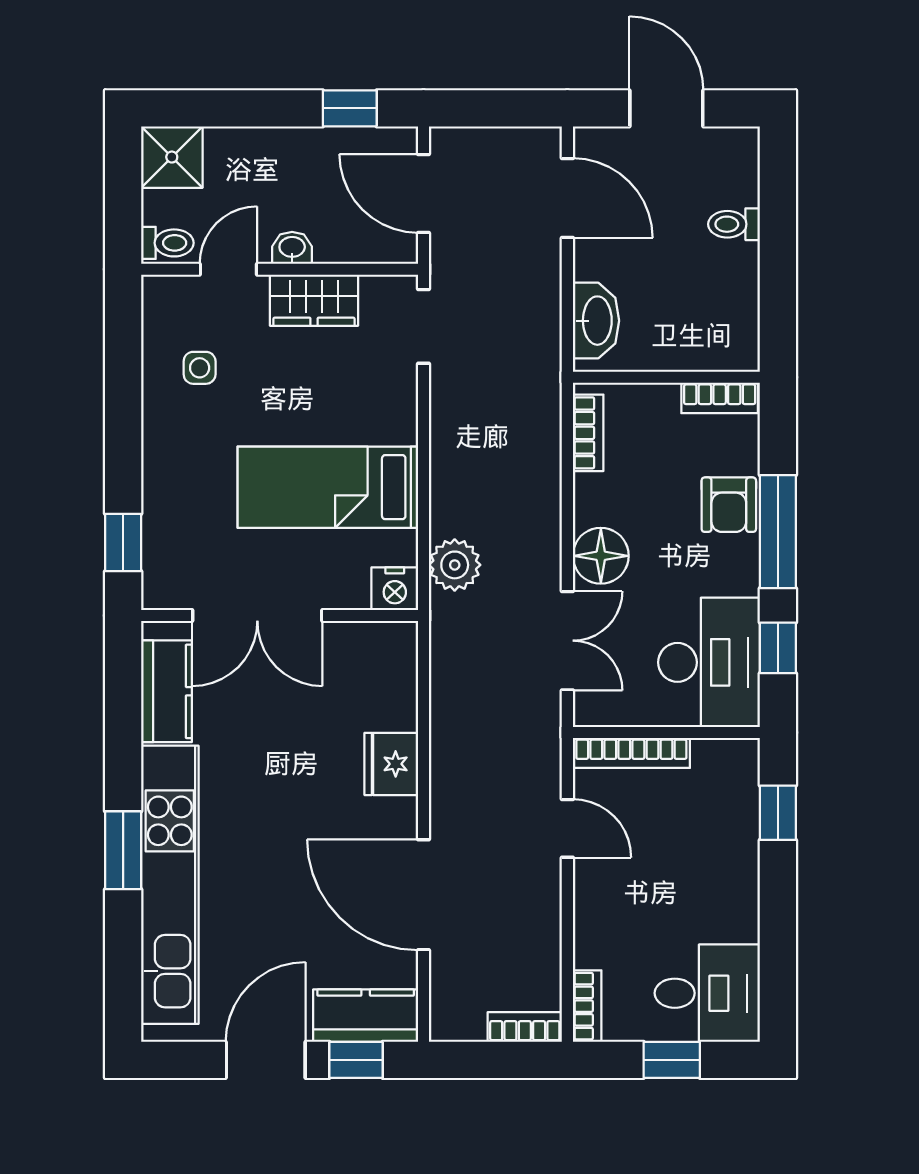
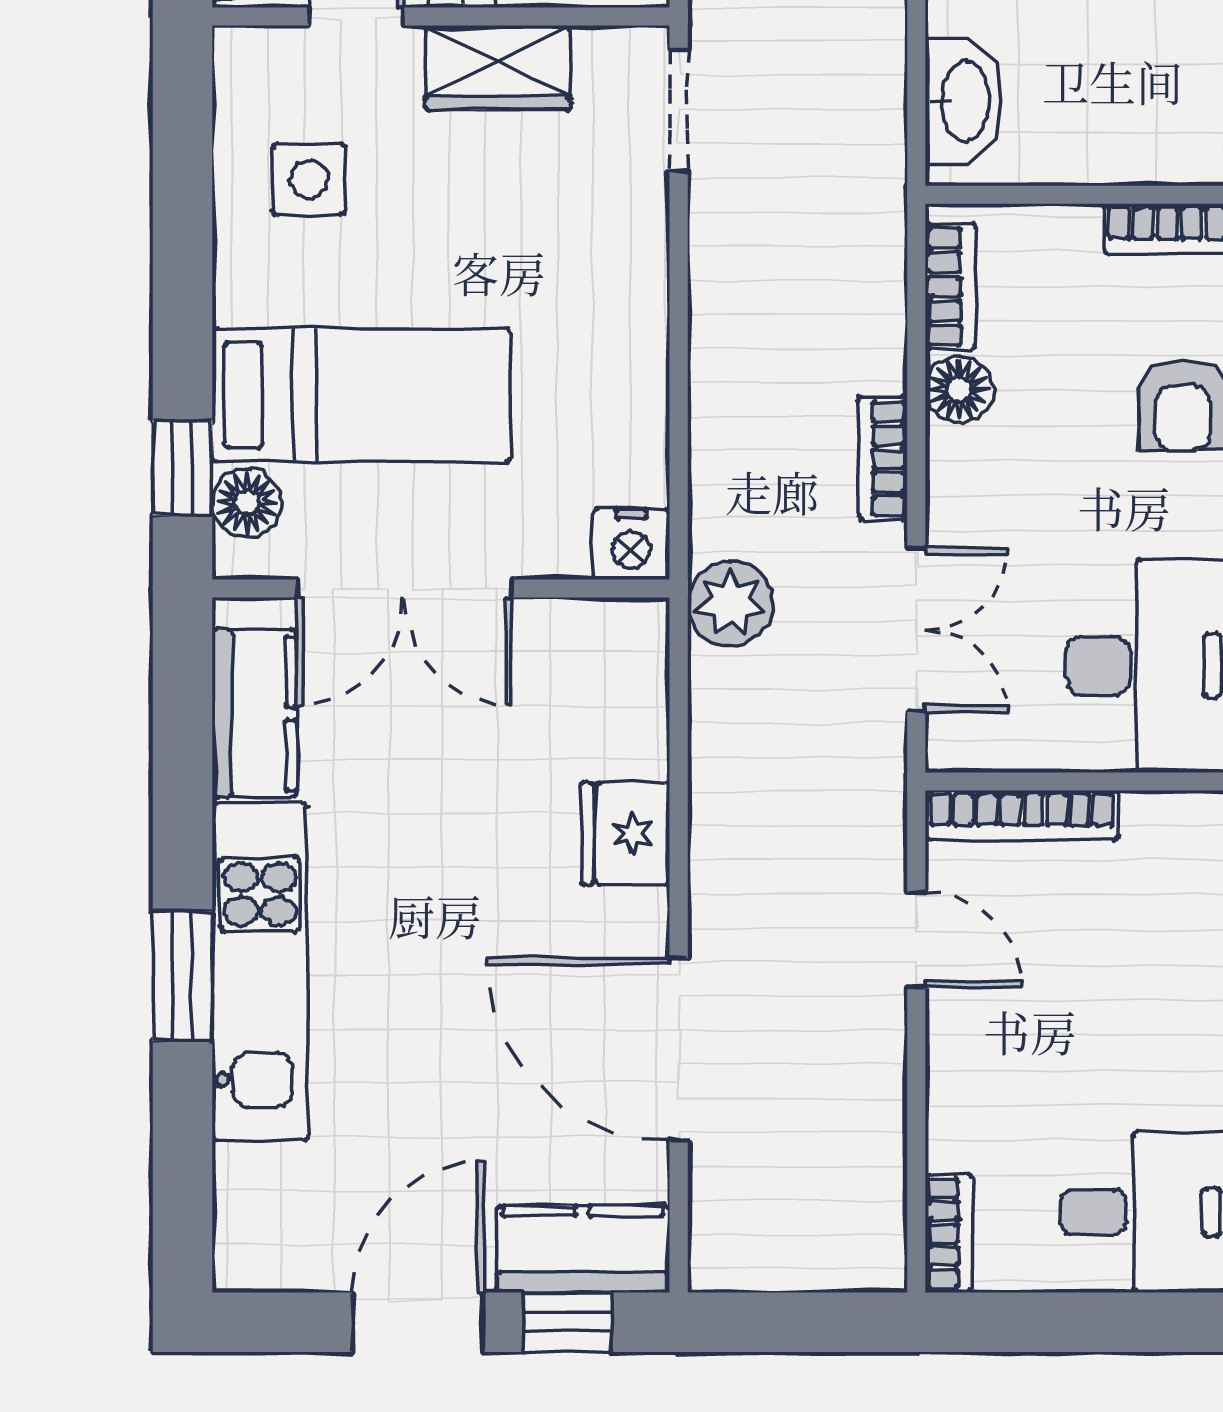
side table: (200, 368) -> (309, 179), width x1.37, depth x1.37
bed: (328, 487) -> (361, 395), moved, turned 180
floor lamp: (601, 556) -> (959, 389), moved, width x0.73, depth x0.73
floor lamp: (162, 564) -> (247, 503), added
plant: (455, 565) -> (730, 603), moved
kitchen unit: (170, 885) -> (260, 972), width x0.73
bookcase: (525, 1027) -> (883, 459), moved, turned -90
window: (672, 1060) -> (1089, 1322), removed

